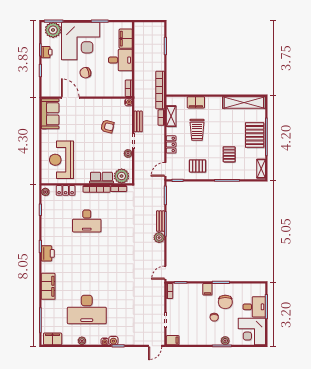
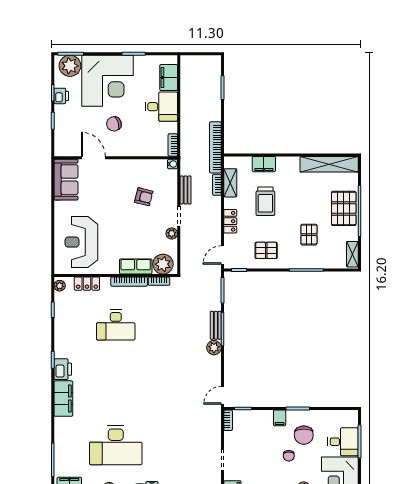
filing cabinet: (48, 286) -> (63, 399), moved

